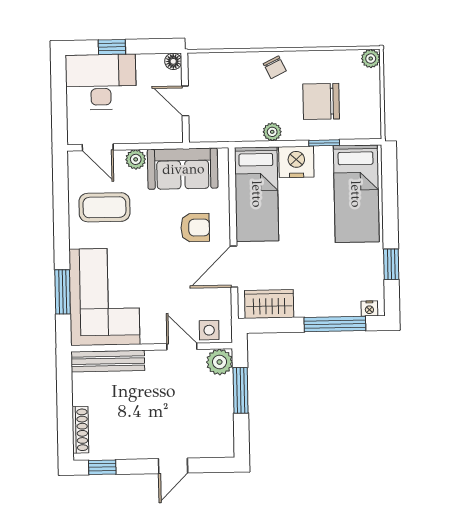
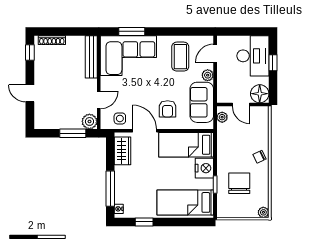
floor lamp: (173, 61) -> (260, 94), width x1.89, depth x1.89
door: (185, 101) -> (241, 105), swing flipped
plant: (272, 132) -> (222, 117), moved
side table: (209, 330) -> (120, 118), moved

